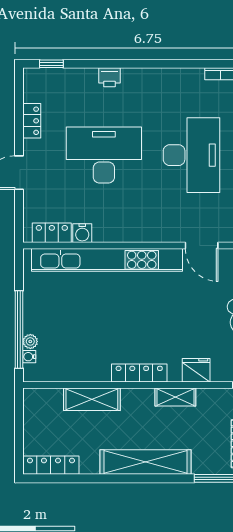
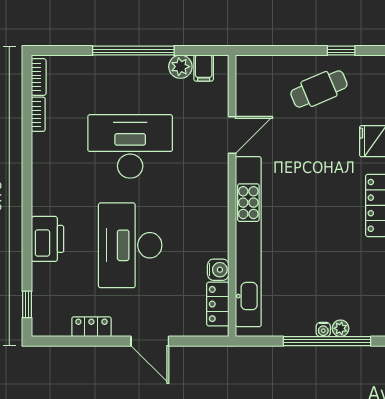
printer: (109, 77) -> (48, 239), width x1.87, depth x1.48
water cooler: (29, 357) -> (323, 330), moved

